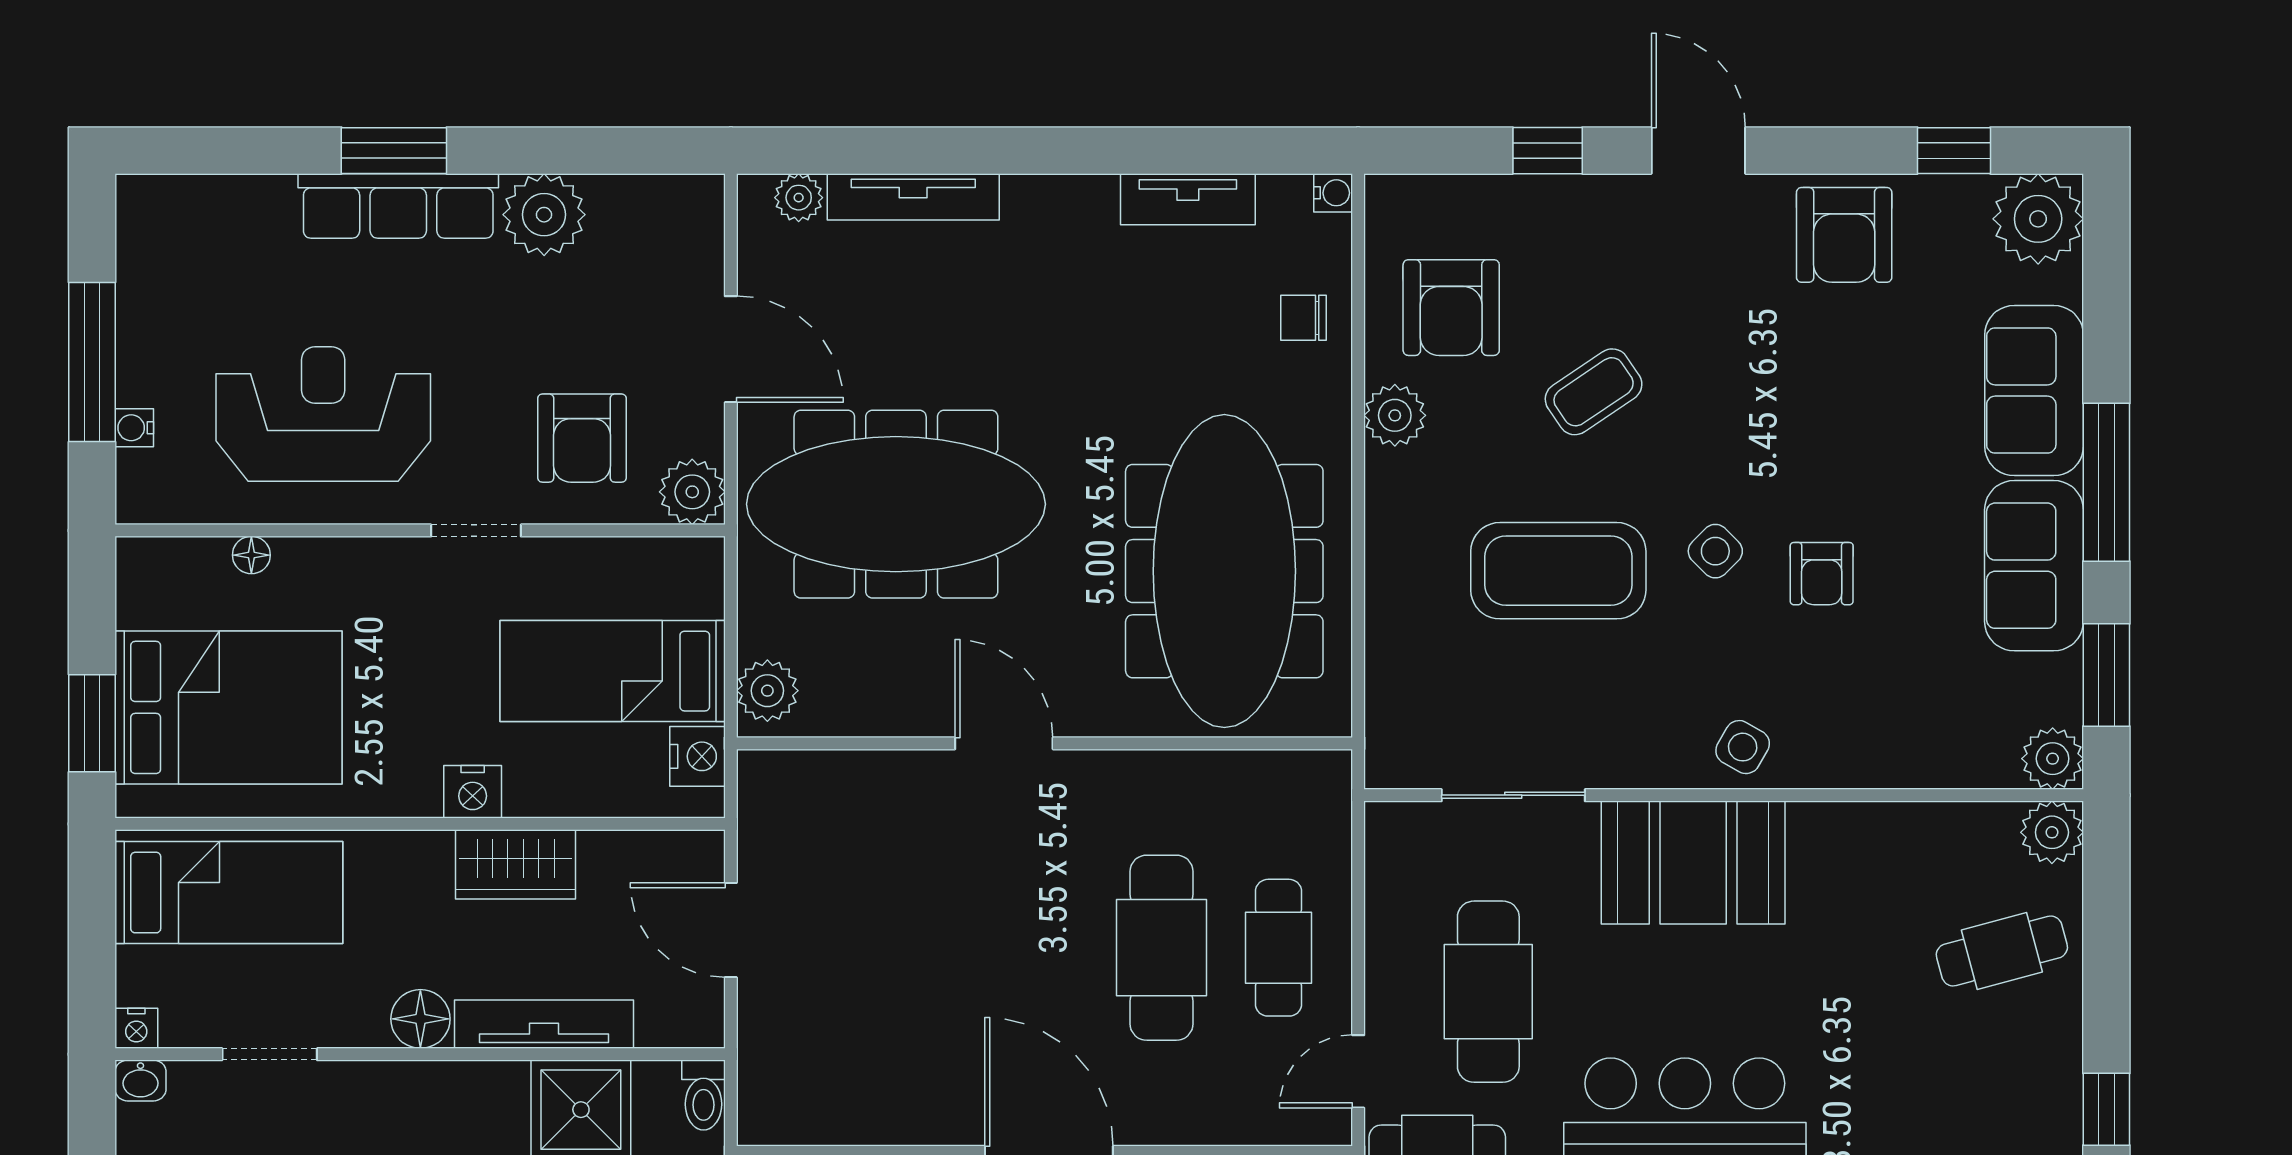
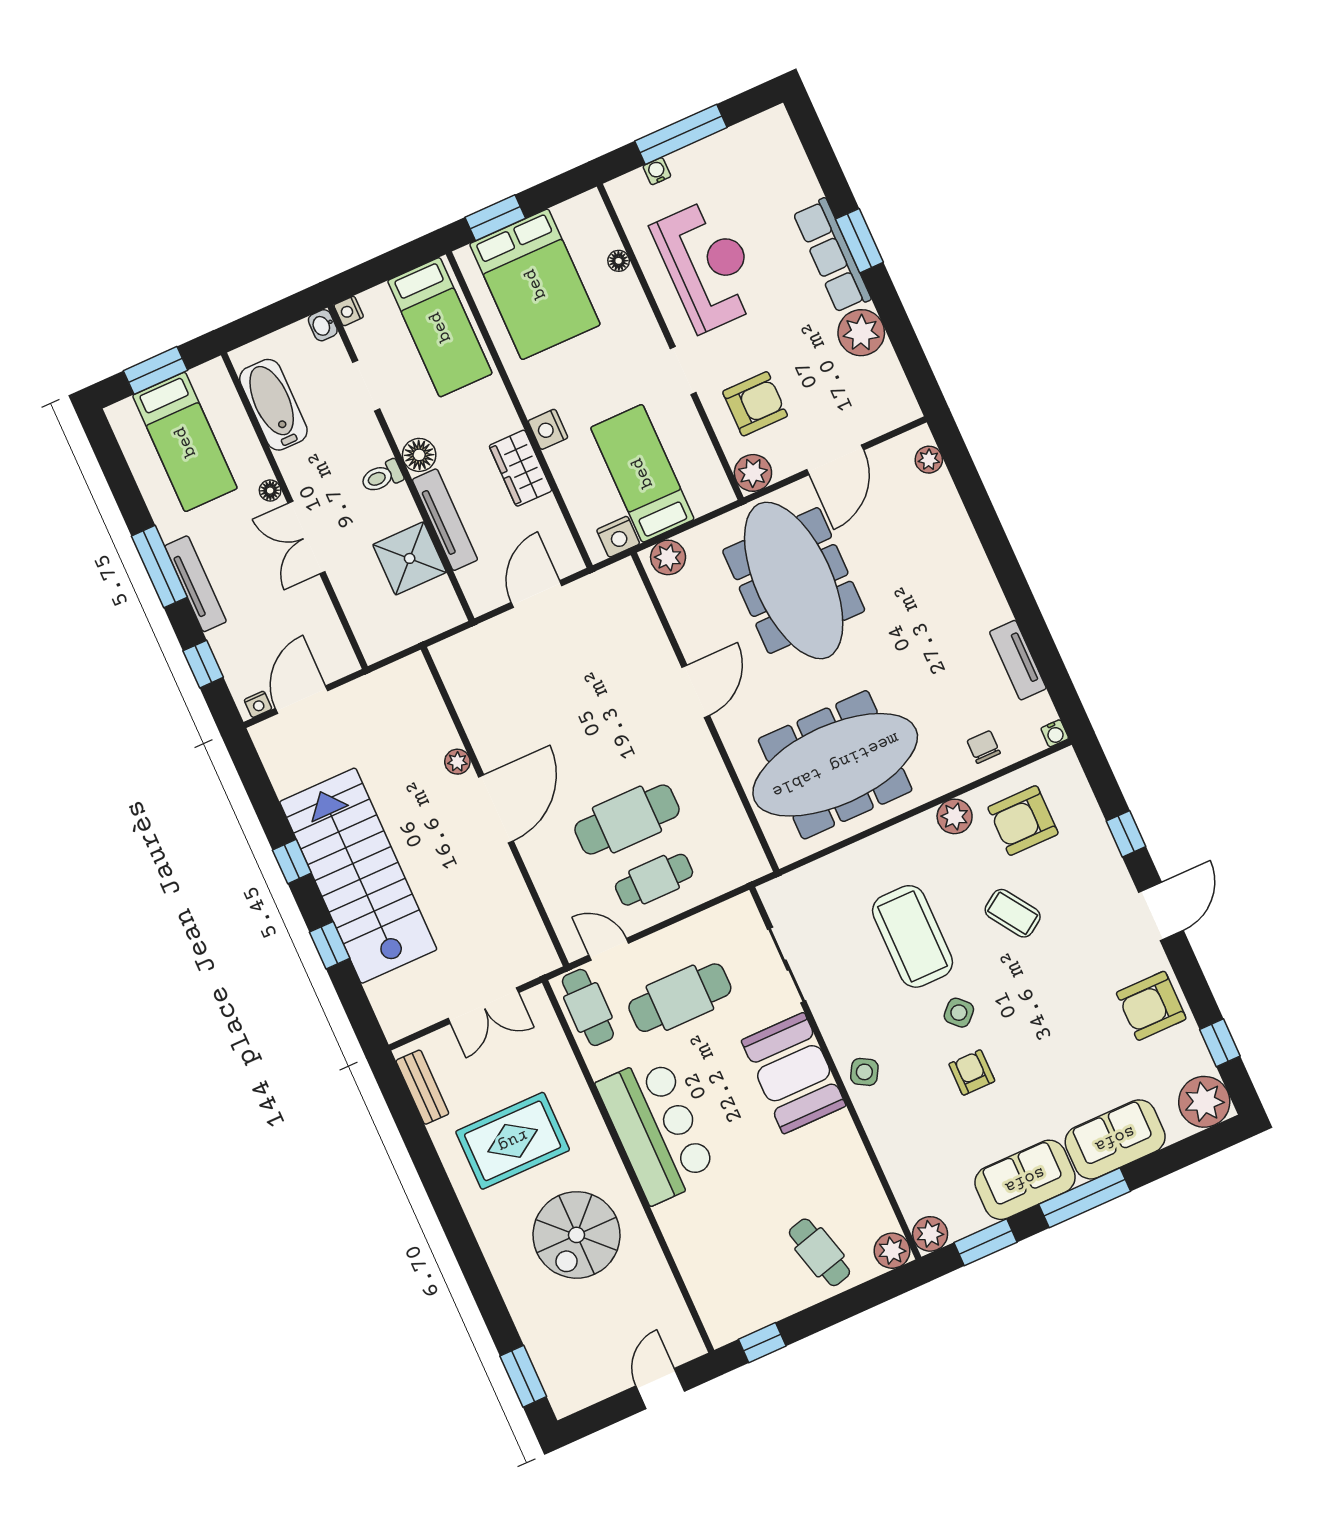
tv unit: (913, 197) -> (956, 518), removed
armchair: (582, 438) -> (755, 404), turned 180
armchair: (1822, 574) -> (972, 1072), turned 90
toilet: (704, 1095) -> (382, 477), moved

